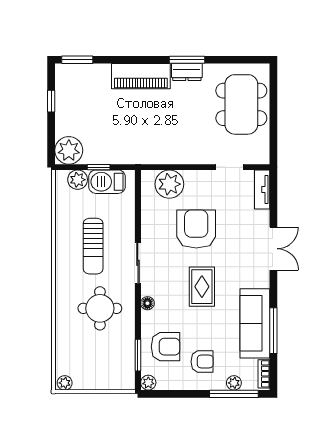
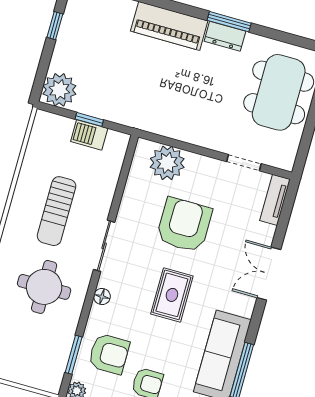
plant: (78, 180) -> (60, 127), removed
barbecue: (107, 182) -> (89, 135), width x0.73, depth x0.79
double door: (273, 249) -> (269, 274), swing flipped

